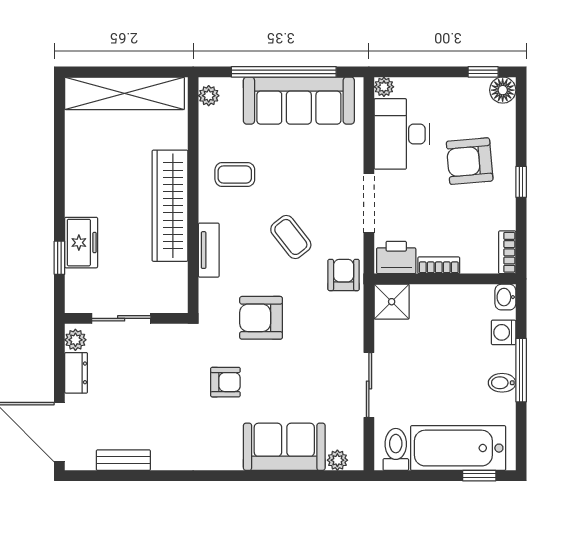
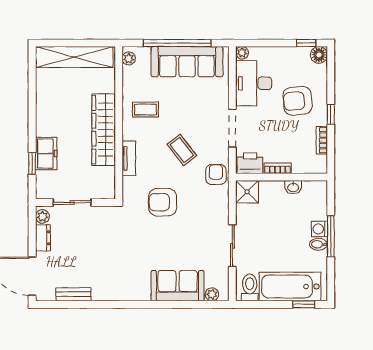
bookcase: (507, 252) -> (322, 140), moved
washbasin: (505, 297) -> (293, 187), moved, turned -90
washing machine: (504, 332) -> (319, 229), moved
armchair: (225, 382) -> (139, 244), removed

